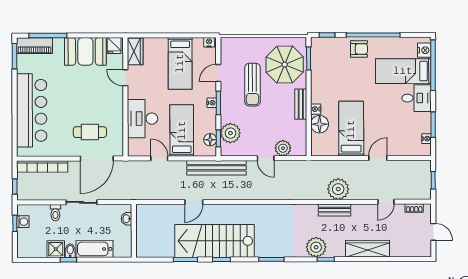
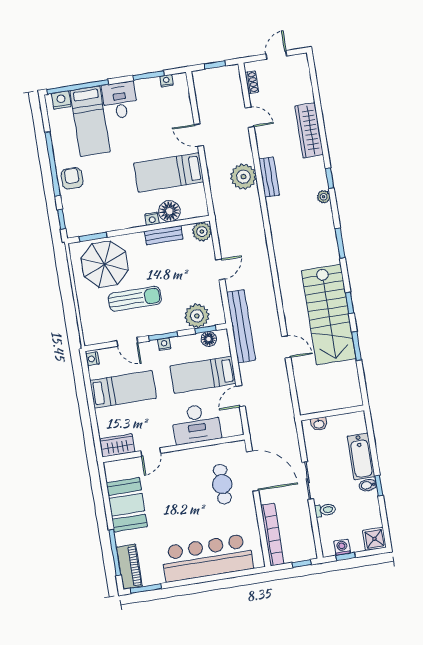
fridge: (114, 46) -> (114, 472), removed
bench: (301, 104) -> (164, 235), moved
plant: (283, 148) -> (202, 232), moved
plant: (316, 247) -> (324, 197), width x0.53, depth x0.53
shower: (56, 249) -> (374, 539), moved

